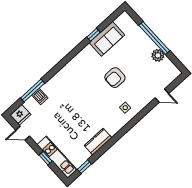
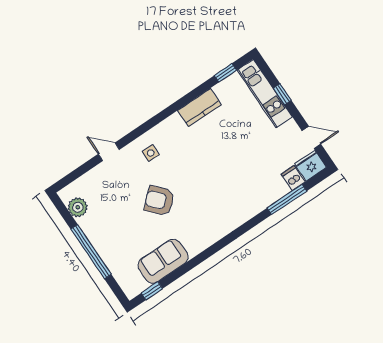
window: (94, 35) -> (152, 291), moved
plant: (158, 55) -> (78, 207), moved
armchair: (115, 78) -> (159, 201), turned -132
dishwasher: (40, 96) -> (293, 178), moved
door: (162, 96) -> (109, 152), moved

